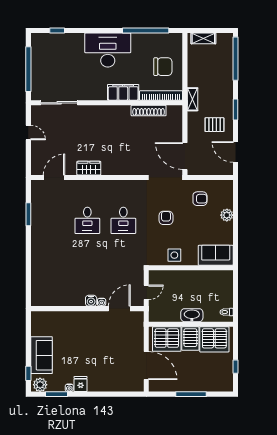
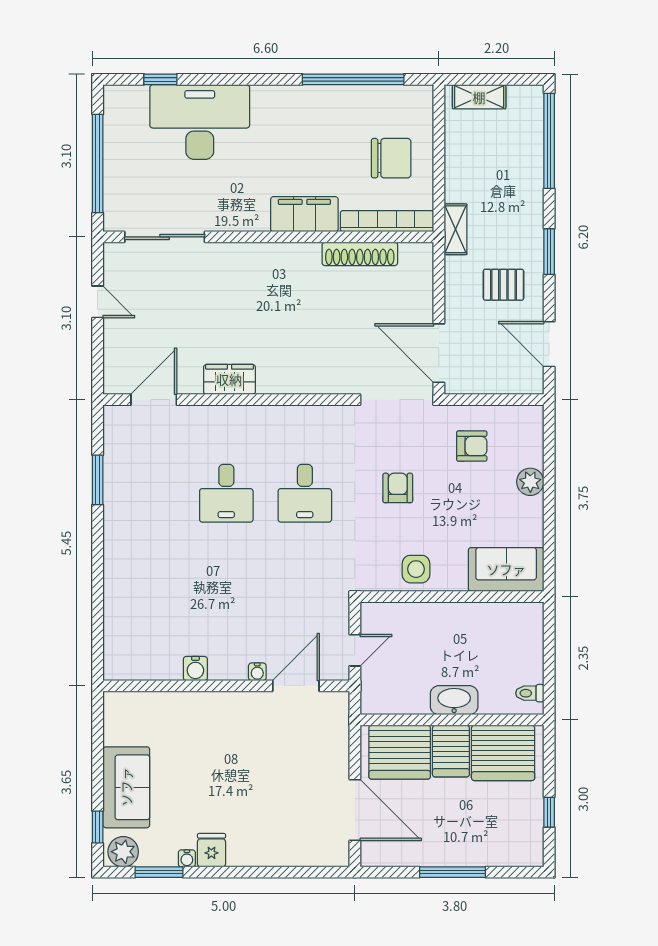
desk: (108, 50) -> (200, 122), moved
water cooler: (91, 301) -> (195, 669), moved

